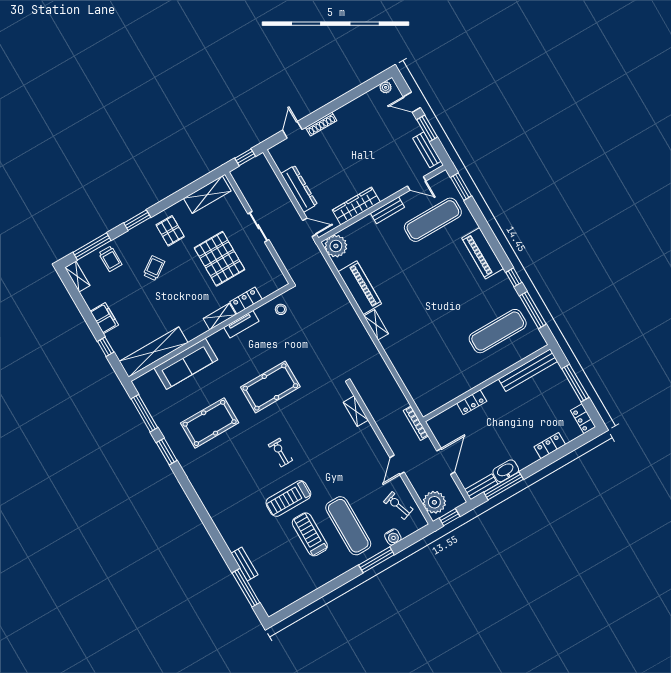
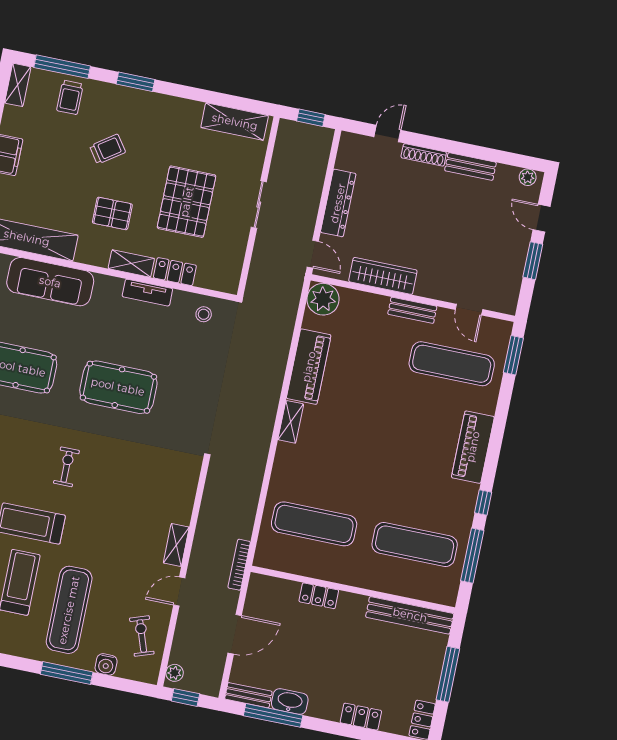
bench: (427, 150) -> (470, 167), moved, turned 90
pallet: (170, 231) -> (112, 213), moved, turned 90
exercise mat: (436, 367) -> (314, 524), added
shelving: (356, 411) -> (176, 545), moved
plant: (434, 502) -> (175, 673), width x0.53, depth x0.53

